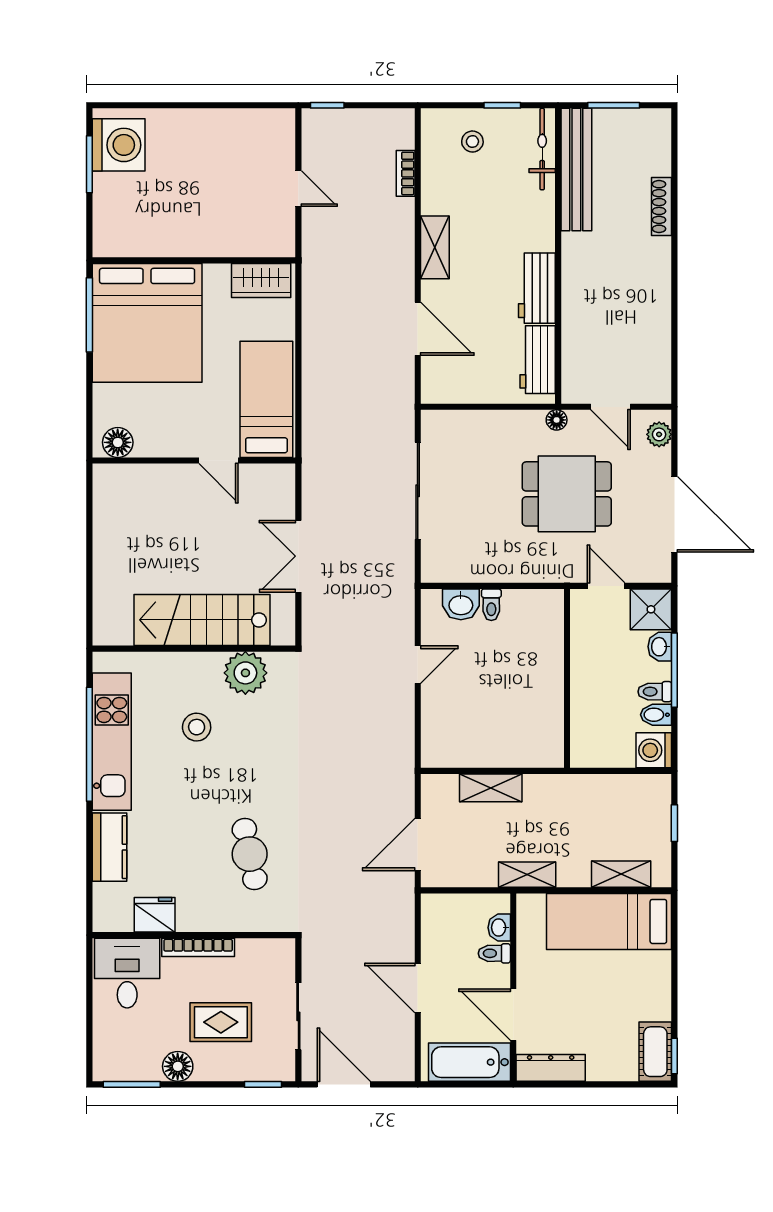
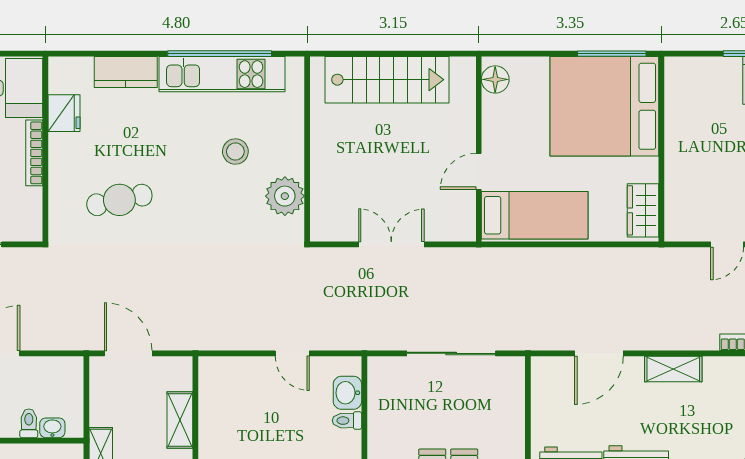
stairs: (202, 620) -> (387, 80), moved, turned 90

